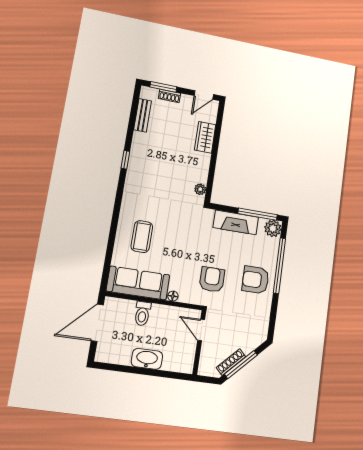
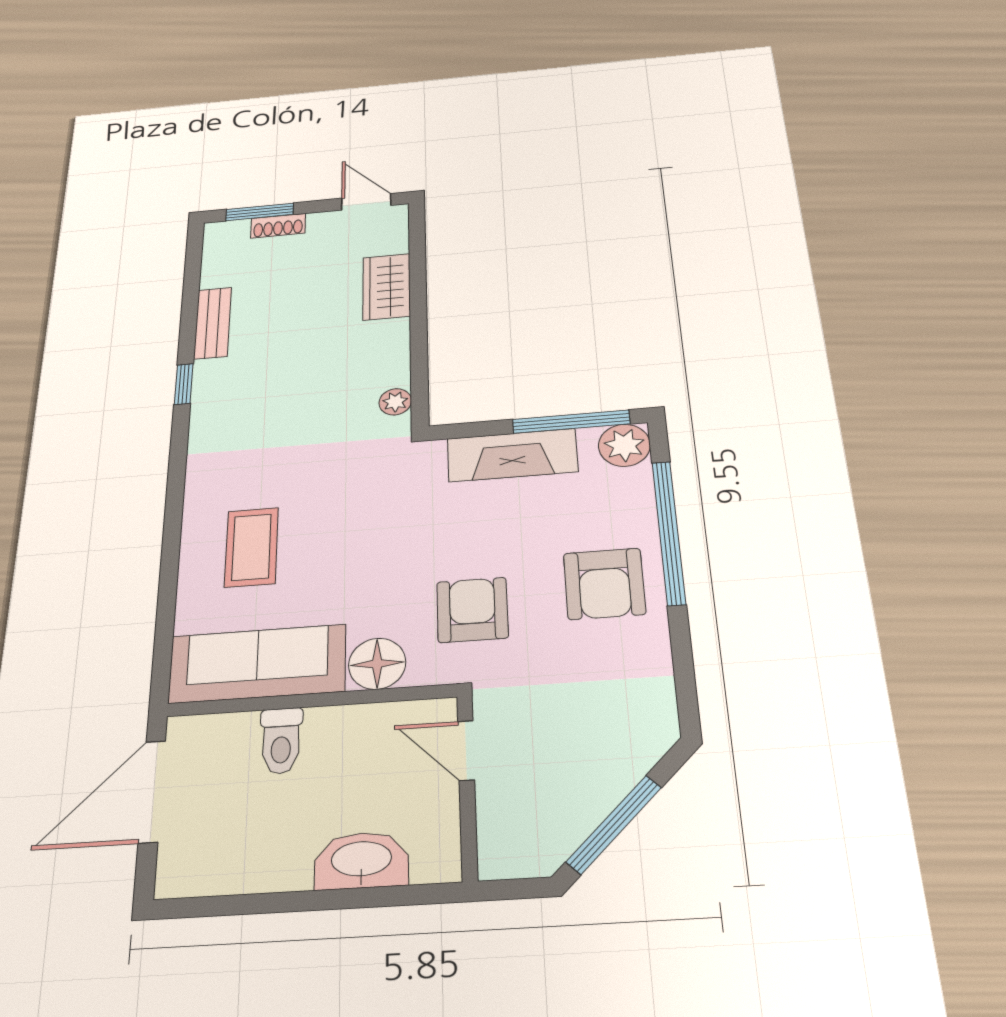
door: (204, 95) -> (366, 202), swing flipped
bench: (143, 115) -> (213, 323), moved
armchair: (255, 280) -> (604, 584), turned -90
floor lamp: (173, 296) -> (377, 664), width x1.89, depth x1.89
washbasin: (147, 359) -> (361, 860), moved
shoe rack: (231, 362) -> (579, 824), removed

